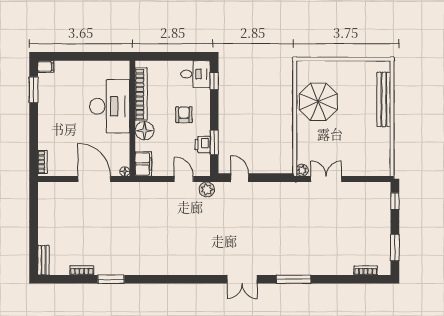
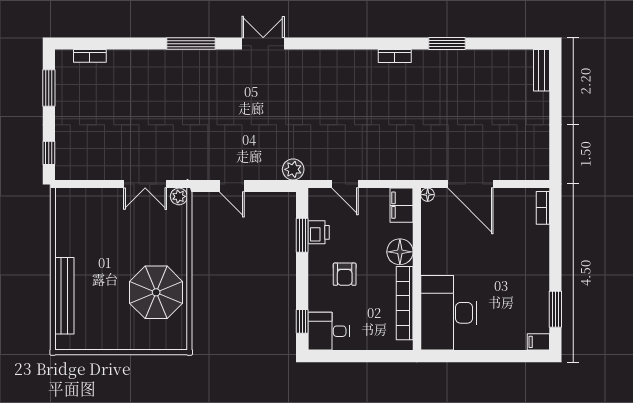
desk: (110, 106) -> (449, 313), moved
door: (240, 178) -> (232, 186), moved
plant: (207, 189) -> (293, 169), moved
bookcase: (82, 270) -> (395, 56), moved

